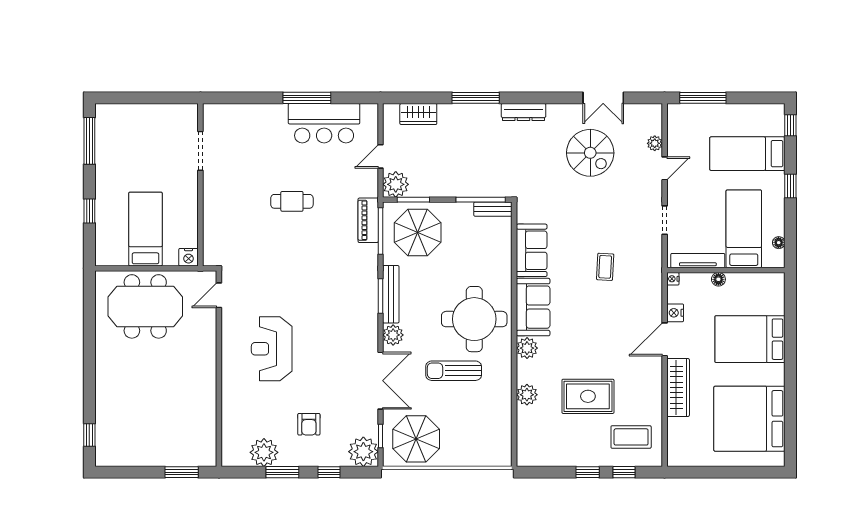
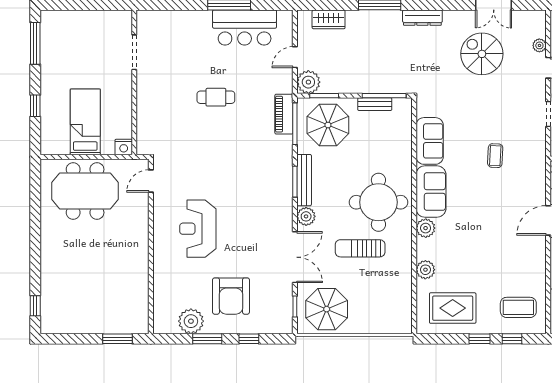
spiral stairs: (590, 153) -> (482, 54), turned 180
bench: (493, 209) -> (375, 104), moved
rug: (588, 396) -> (453, 308), moved
armchair: (309, 424) -> (231, 296), width x1.88, depth x1.88
plant: (363, 452) -> (280, 320), removed

